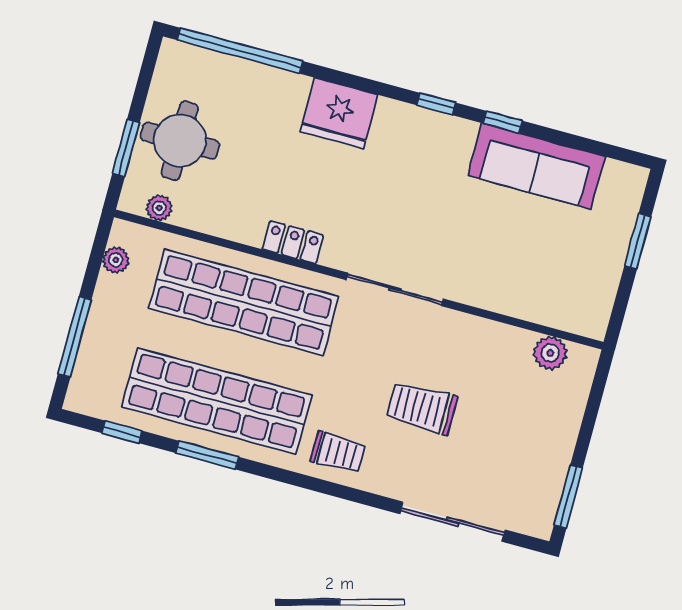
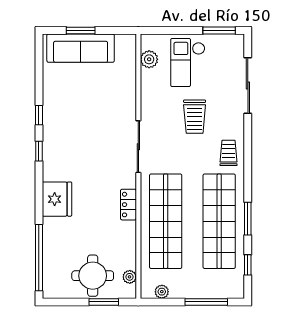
sofa: (536, 166) -> (81, 48), moved, turned 90
checkout: (525, 422) -> (188, 62), added

